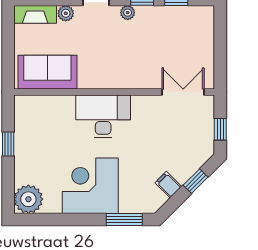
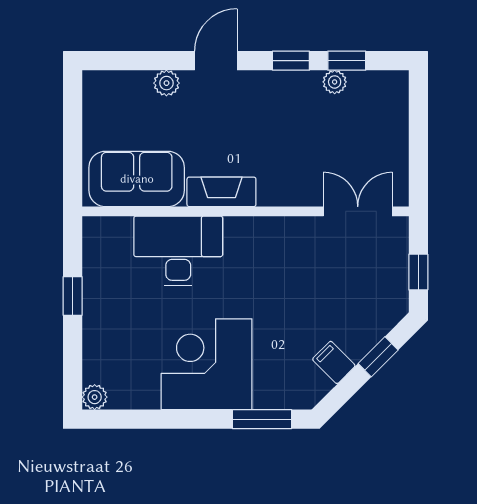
plant: (128, 13) -> (335, 82), moved
fireplace: (35, 14) -> (221, 192), moved, turned 180
desk: (103, 116) -> (178, 251), moved
plant: (28, 199) -> (95, 397), width x0.53, depth x0.53

